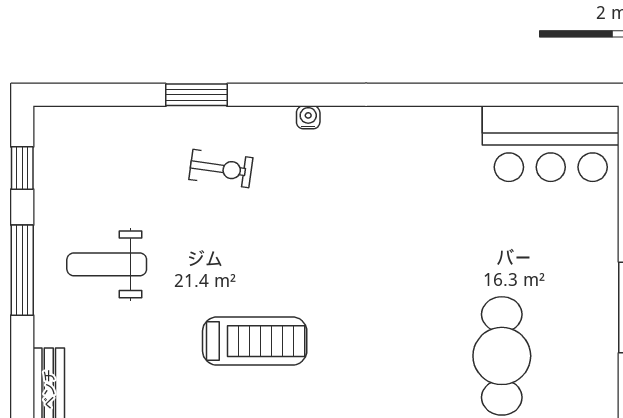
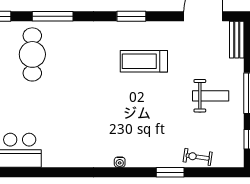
exercise bike: (221, 169) -> (198, 157), moved

